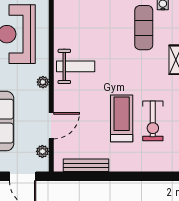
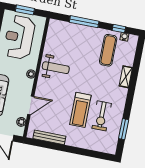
treadmill: (122, 118) -> (80, 110), turned 180

